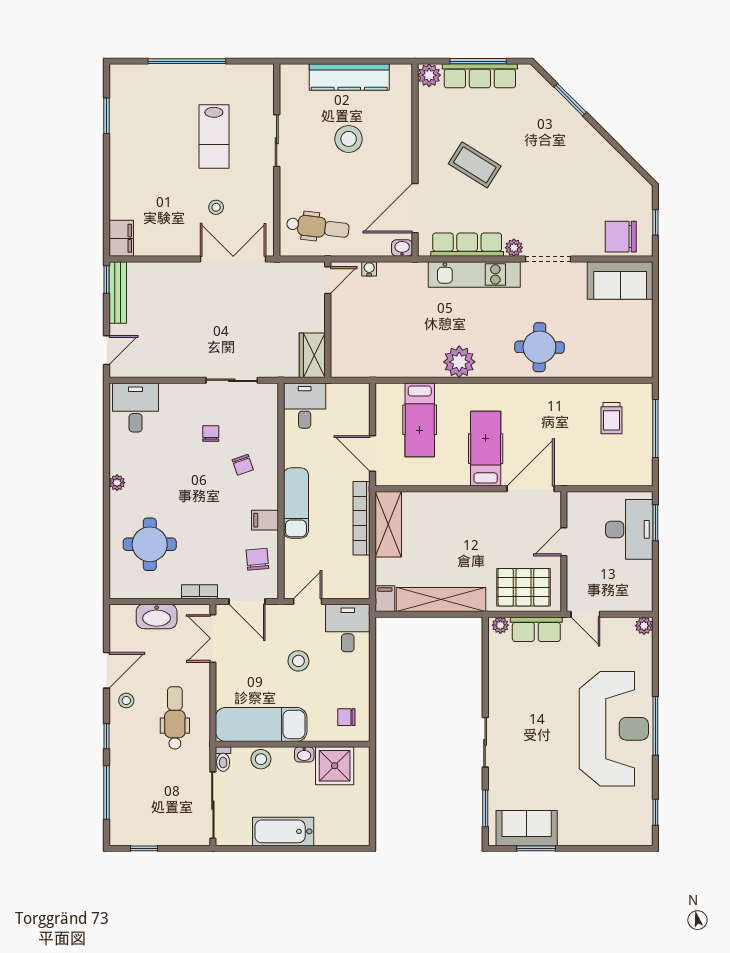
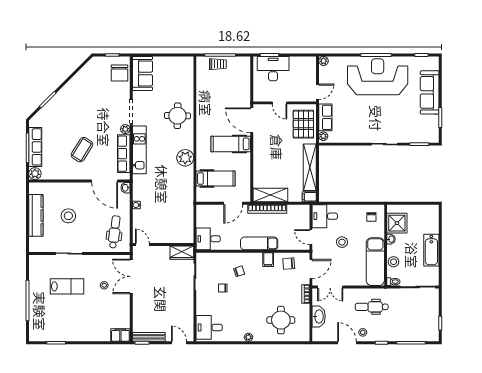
door: (328, 280) -> (142, 245), moved
wall: (328, 320) -> (163, 245), moved
wardrobe: (312, 355) -> (182, 253), moved
trolley: (612, 418) -> (218, 64), moved
sofa: (527, 828) -> (430, 92), moved, width x1.36

